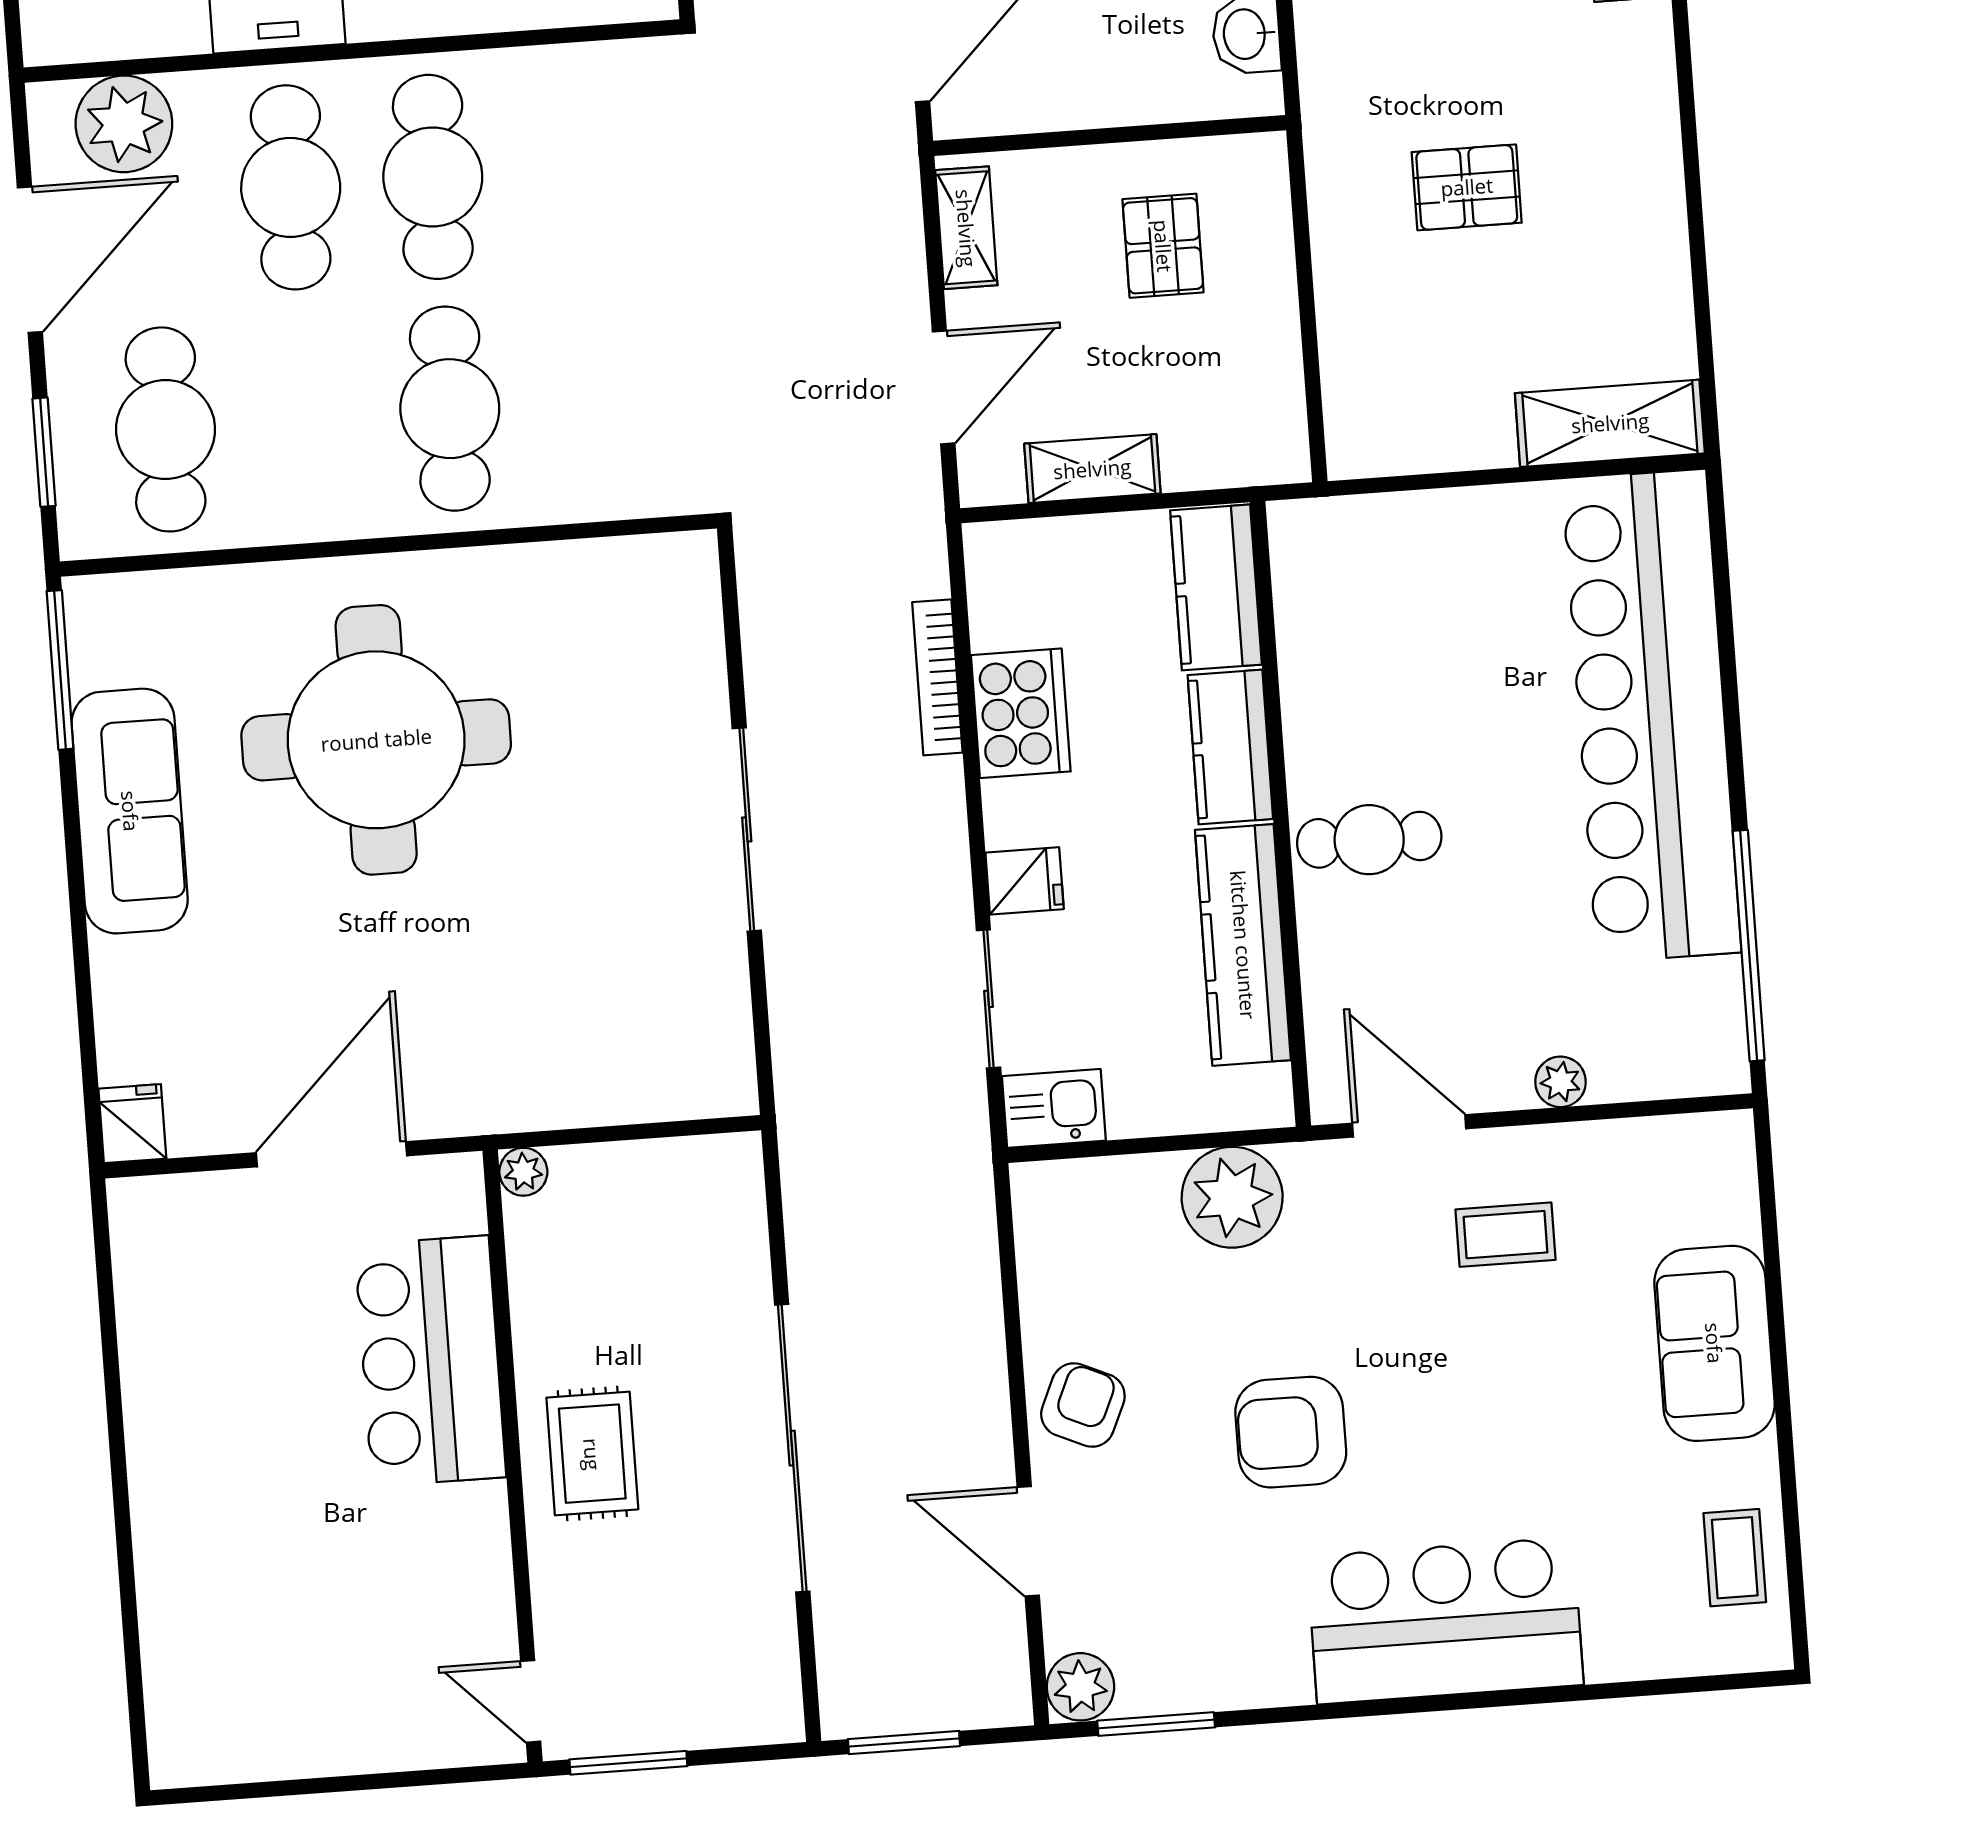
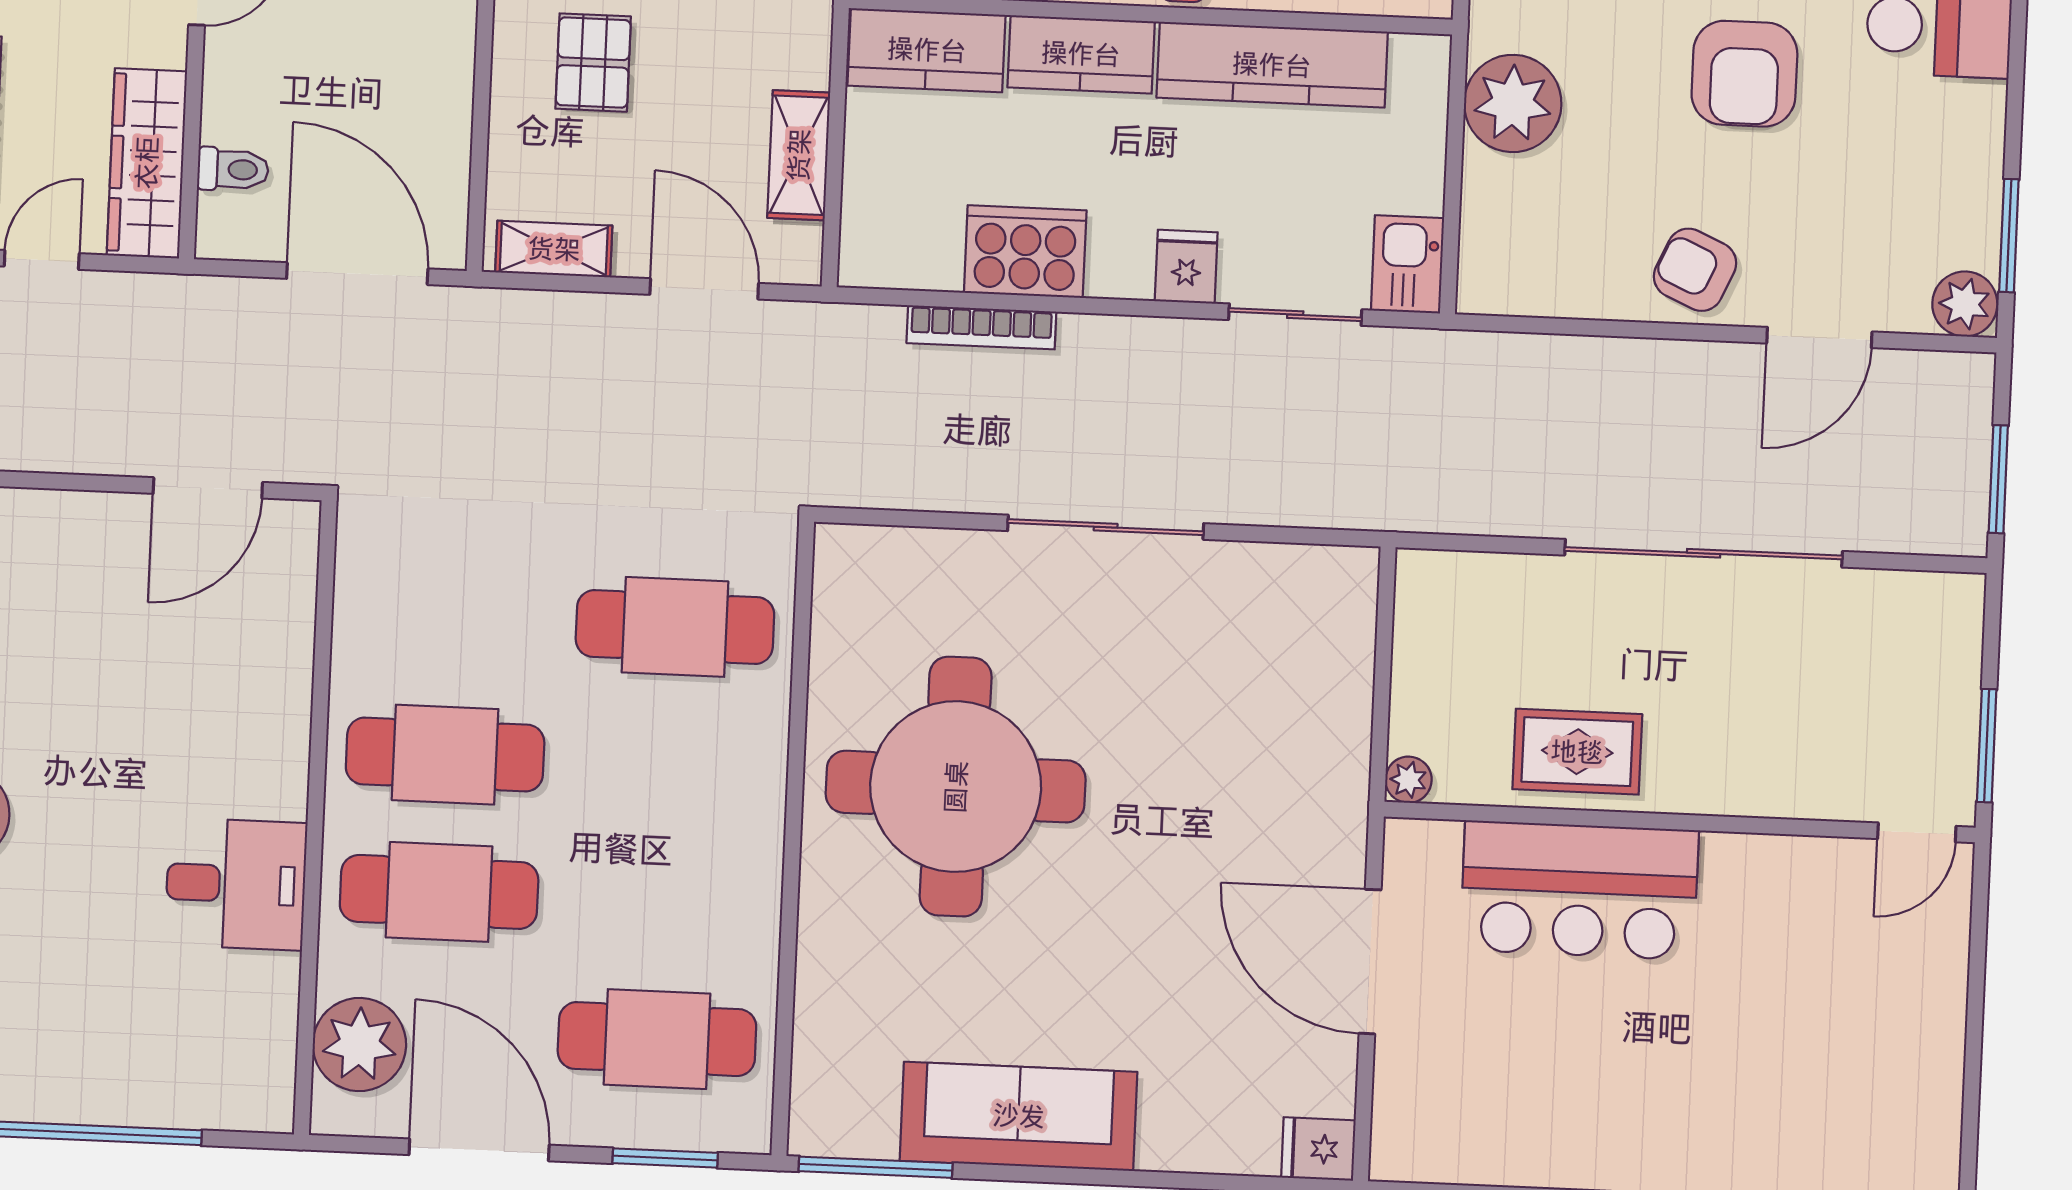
pallet: (1163, 246) -> (593, 63), turned 90
cafe table: (450, 409) -> (675, 627), moved
round table: (376, 740) -> (956, 787), moved
rug: (592, 1454) -> (1577, 752), moved

